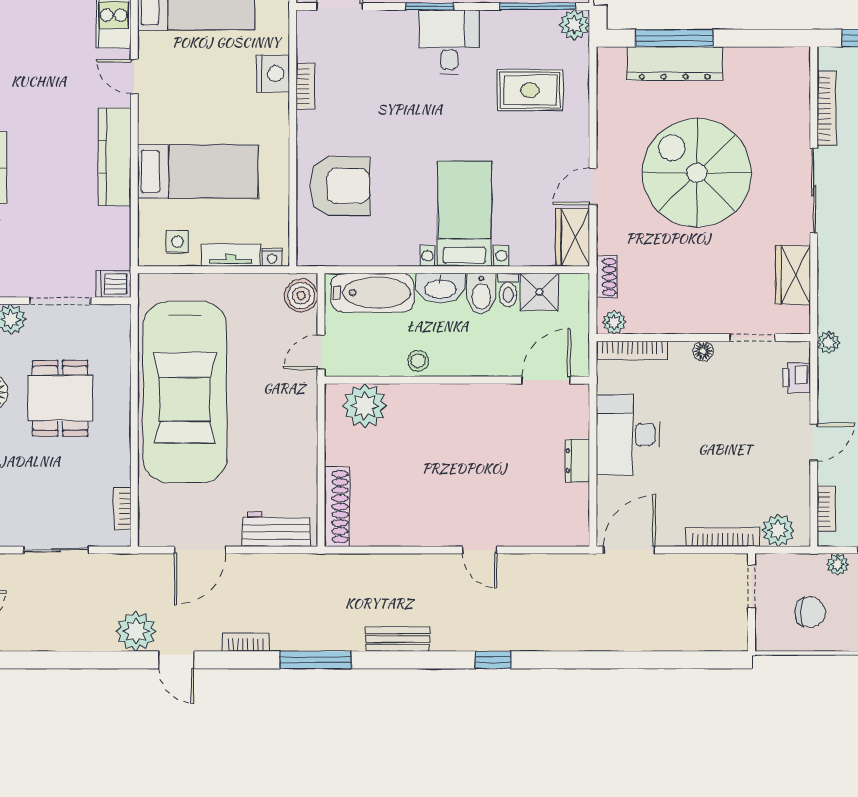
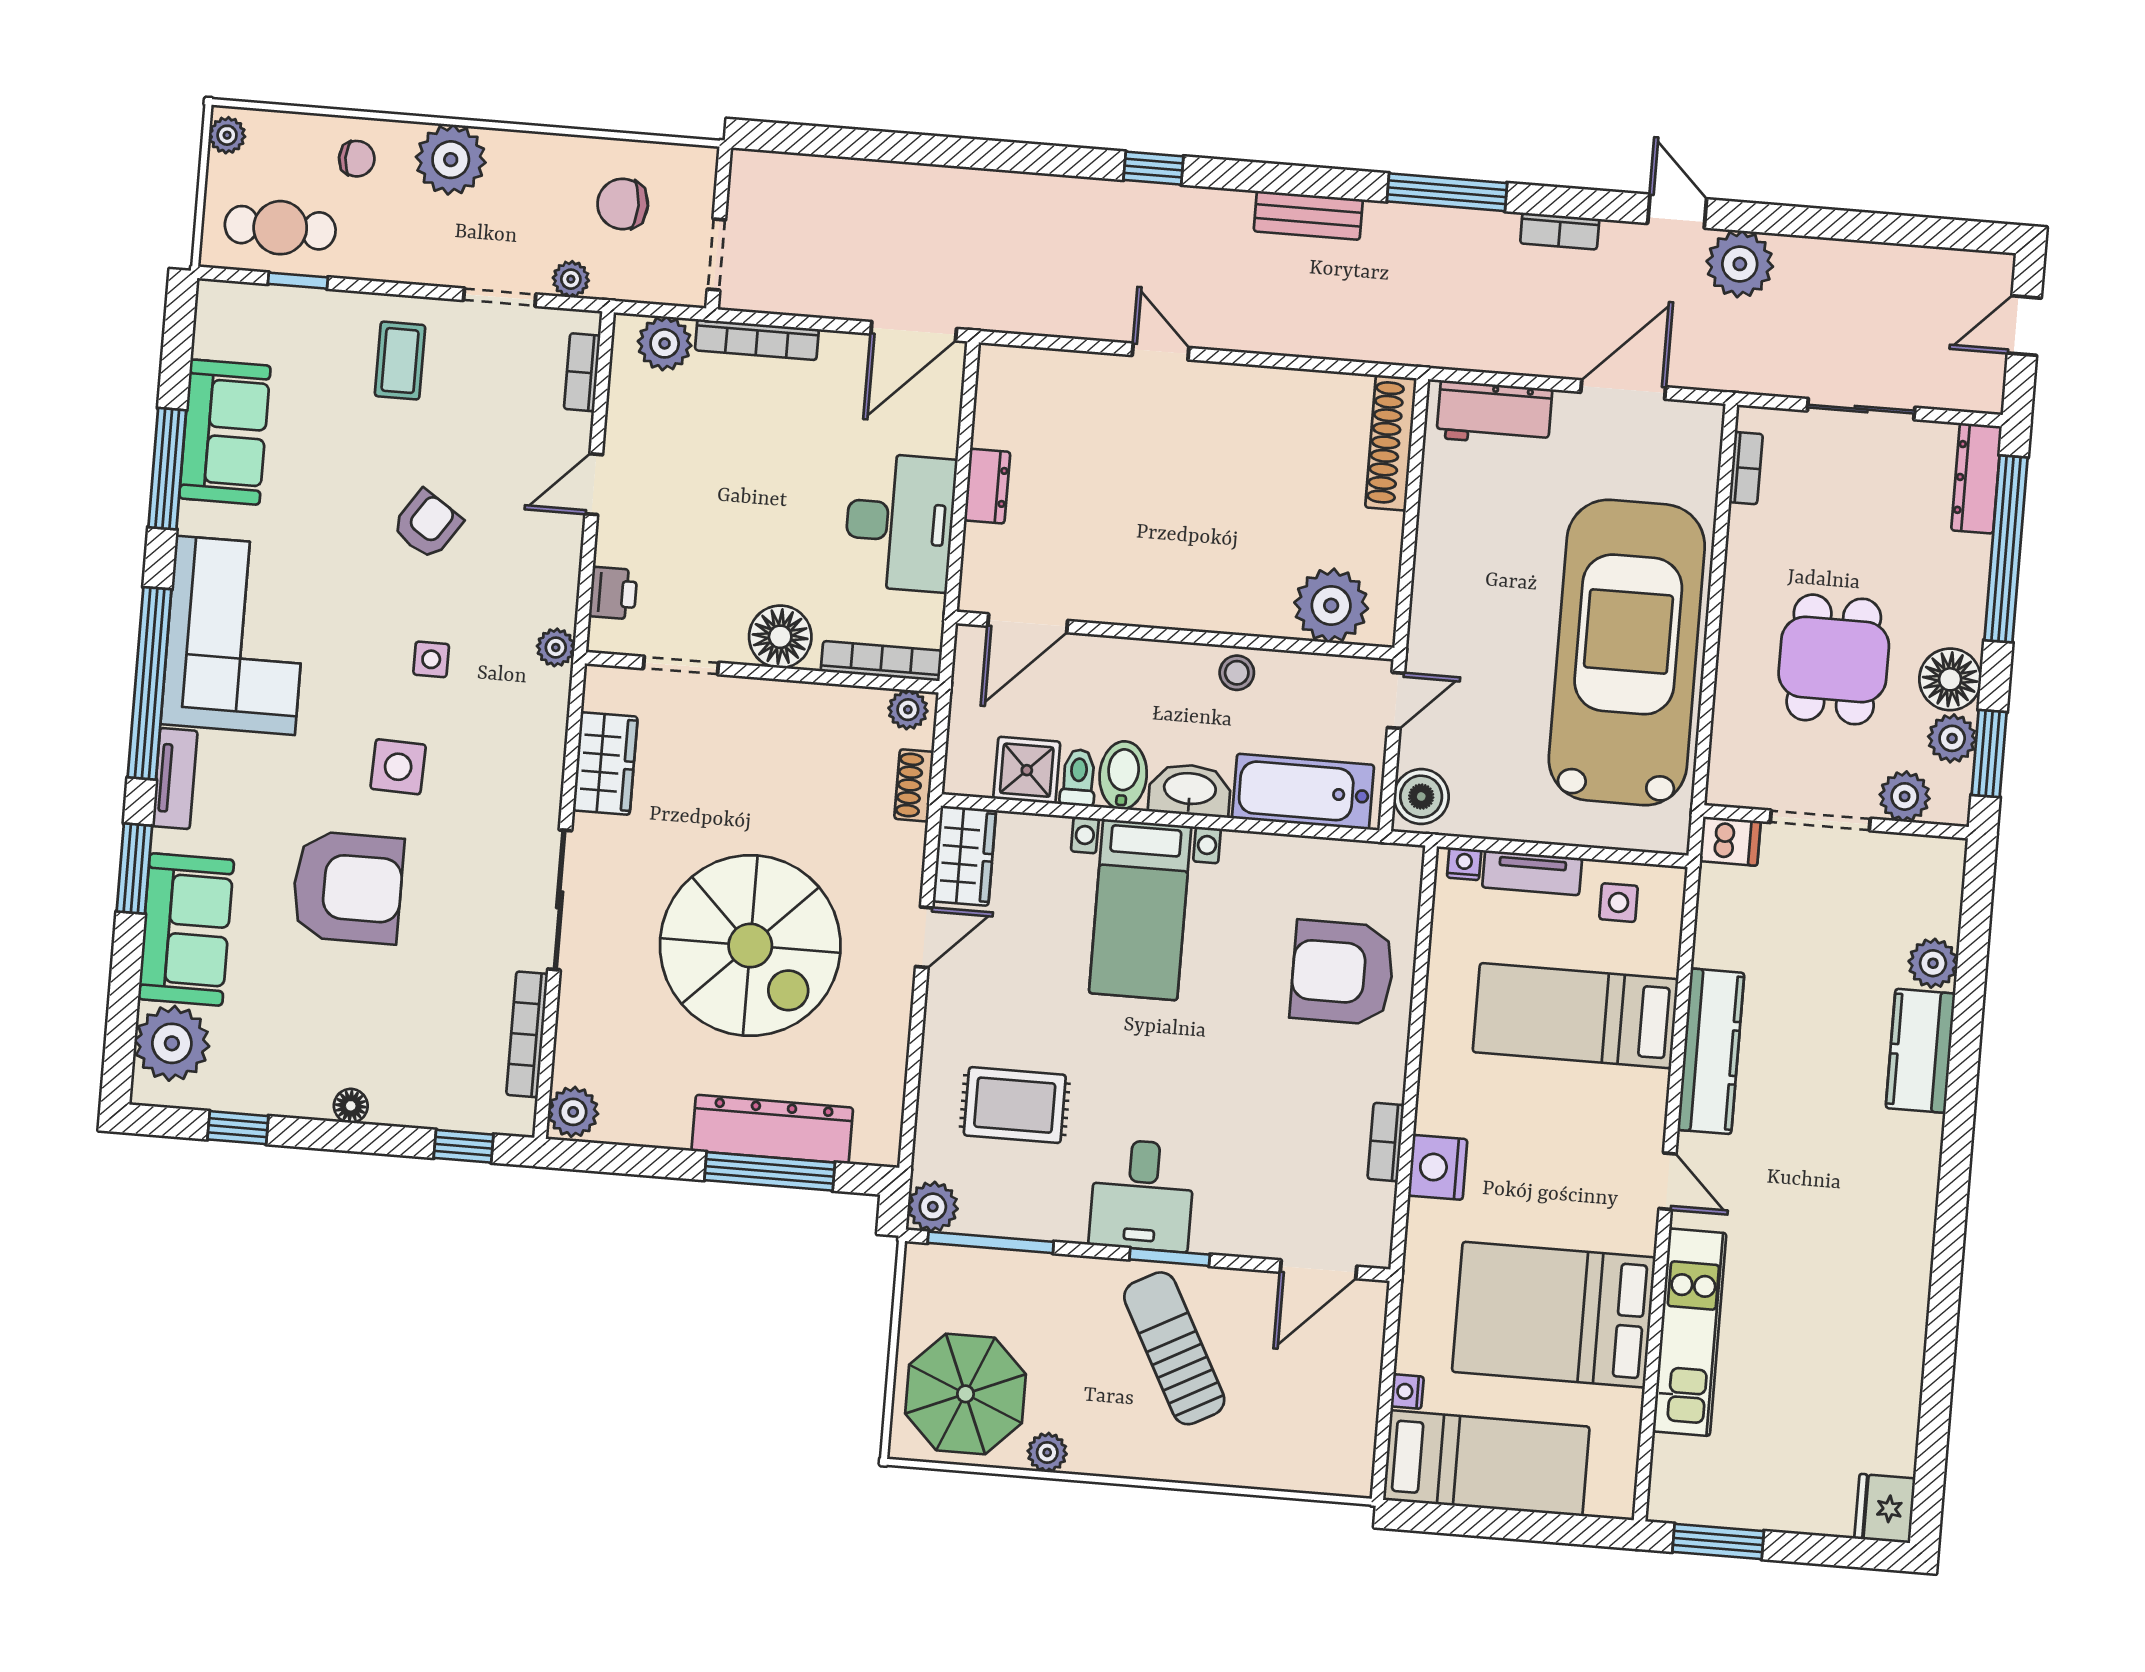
plant: (795, 64) -> (573, 1112), added
floor lamp: (703, 351) -> (780, 637), width x1.89, depth x1.89

